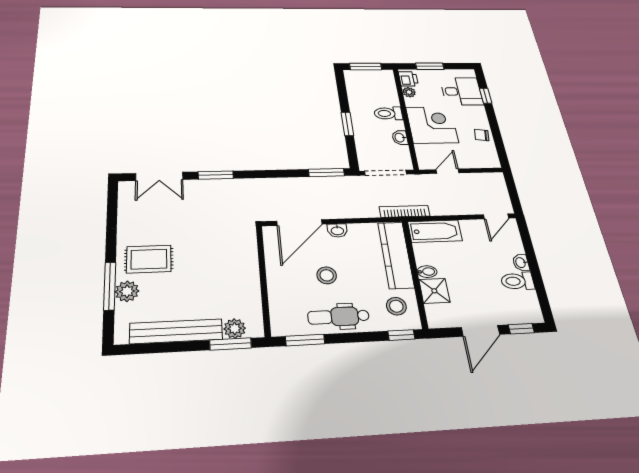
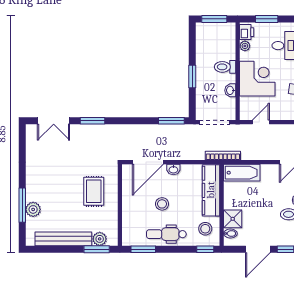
rug: (149, 259) -> (94, 191), moved, turned 90
bidet: (427, 272) -> (230, 233), moved

